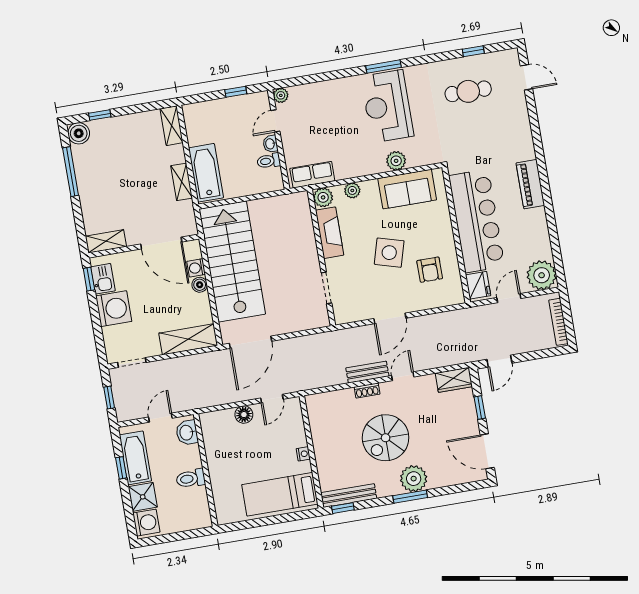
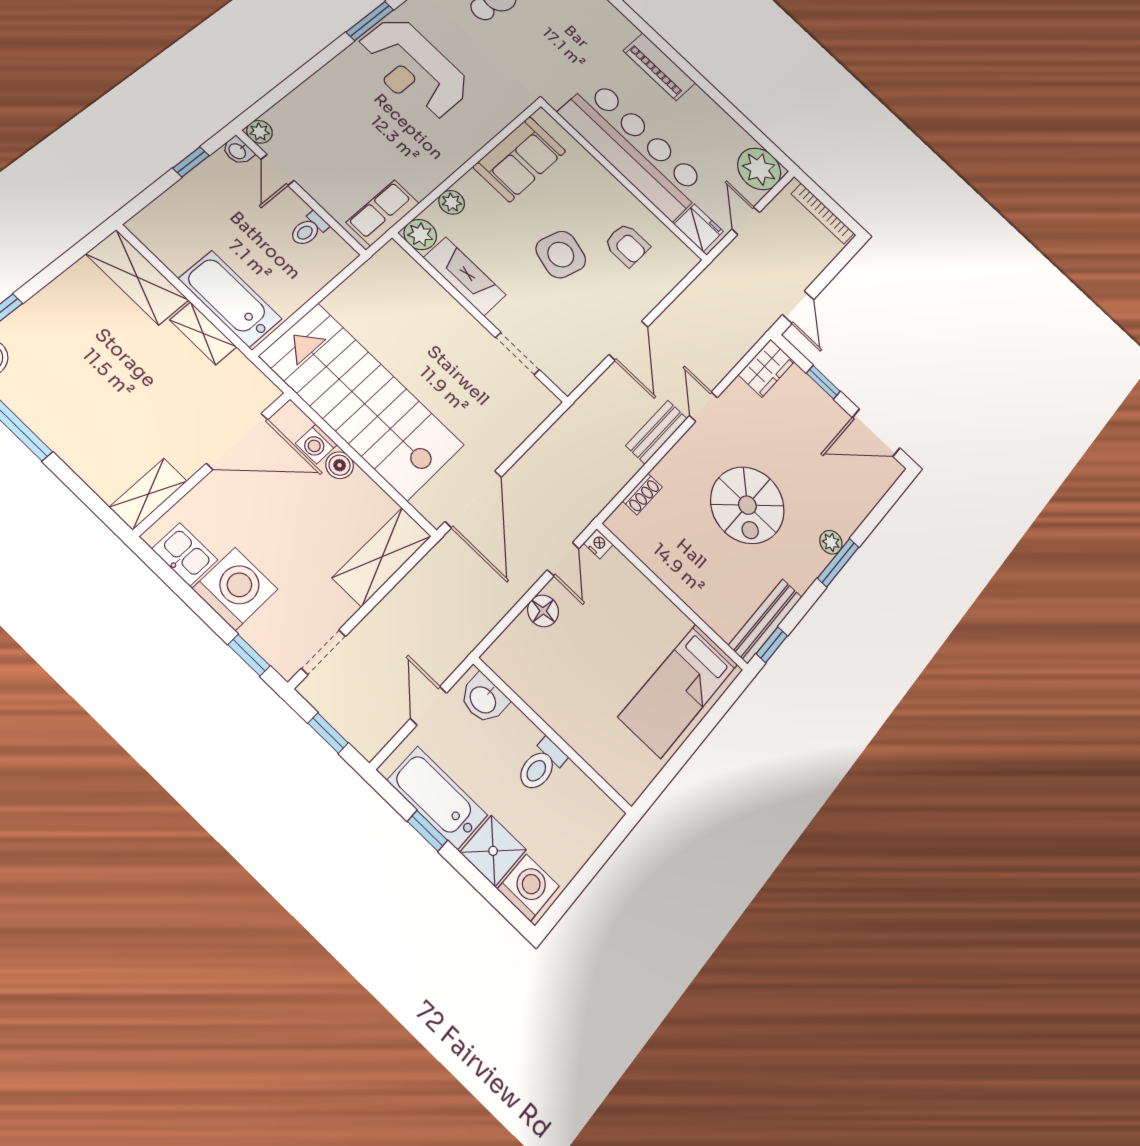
shelving: (172, 126) -> (137, 277), width x1.50, depth x1.33
washbasin: (270, 144) -> (238, 151), moved
plant: (396, 161) -> (478, 131), removed
window: (89, 279) -> (249, 655), moved
shoe rack: (367, 391) -> (642, 494), moved
nightstand: (303, 454) -> (598, 544), moved
plant: (414, 479) -> (831, 542), width x0.53, depth x0.53

